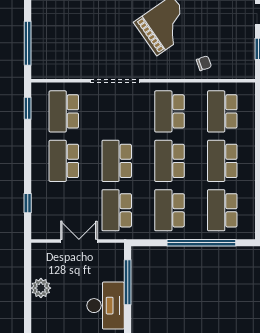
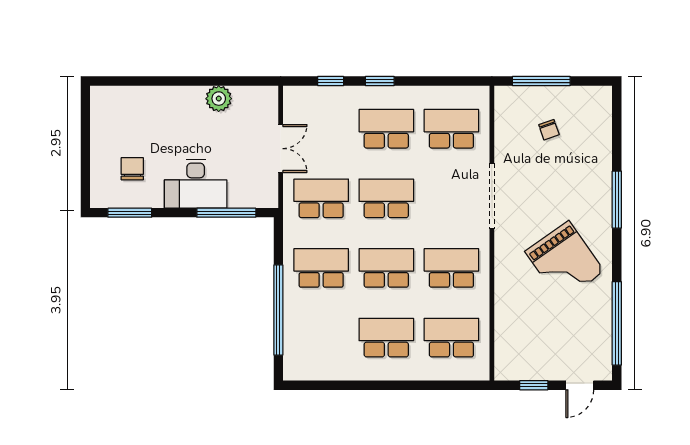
chair: (204, 63) -> (549, 130), moved
window: (28, 108) -> (380, 81), moved
school desk: (222, 210) -> (321, 338), removed

